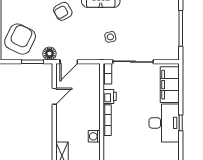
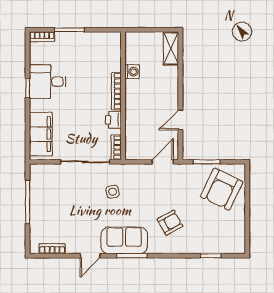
floor lamp: (49, 54) -> (186, 172), removed
desk: (164, 123) -> (48, 82), width x0.73

